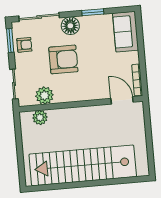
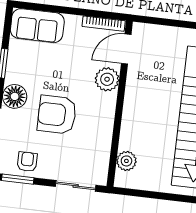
armchair: (63, 59) -> (57, 115), turned -90
plant: (44, 95) -> (107, 79), moved

